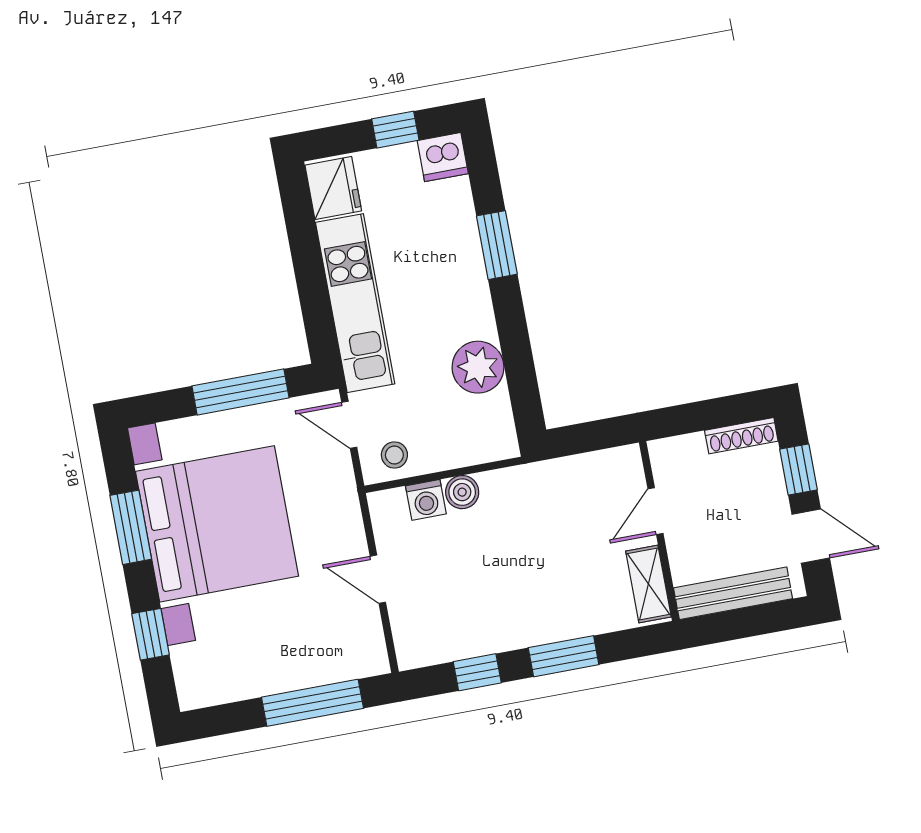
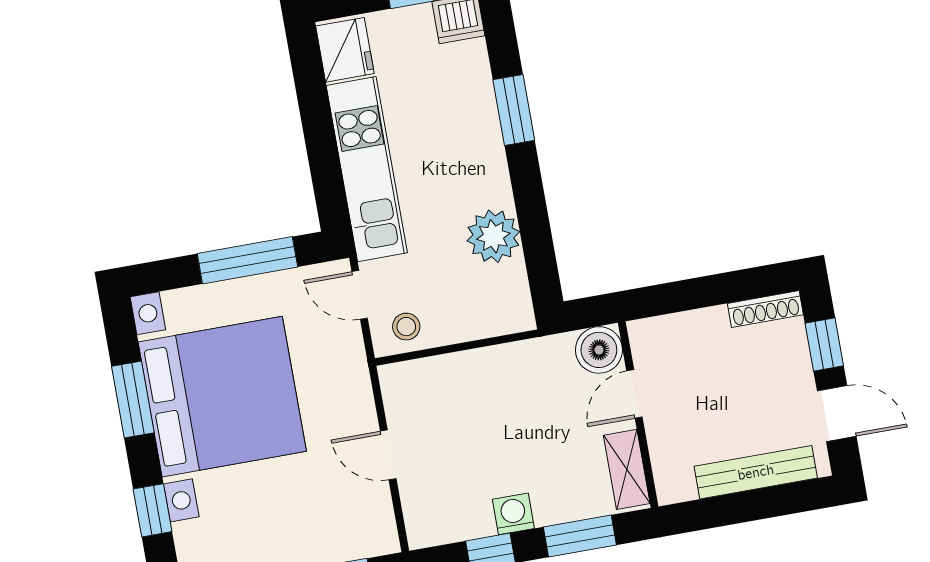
boiler: (462, 492) -> (599, 350), moved, width x1.36, depth x1.36
washing machine: (426, 500) -> (513, 514), moved, turned 180
door: (655, 511) -> (634, 394), moved
wall: (659, 531) -> (638, 415), moved
shelving: (648, 584) -> (627, 469), moved

